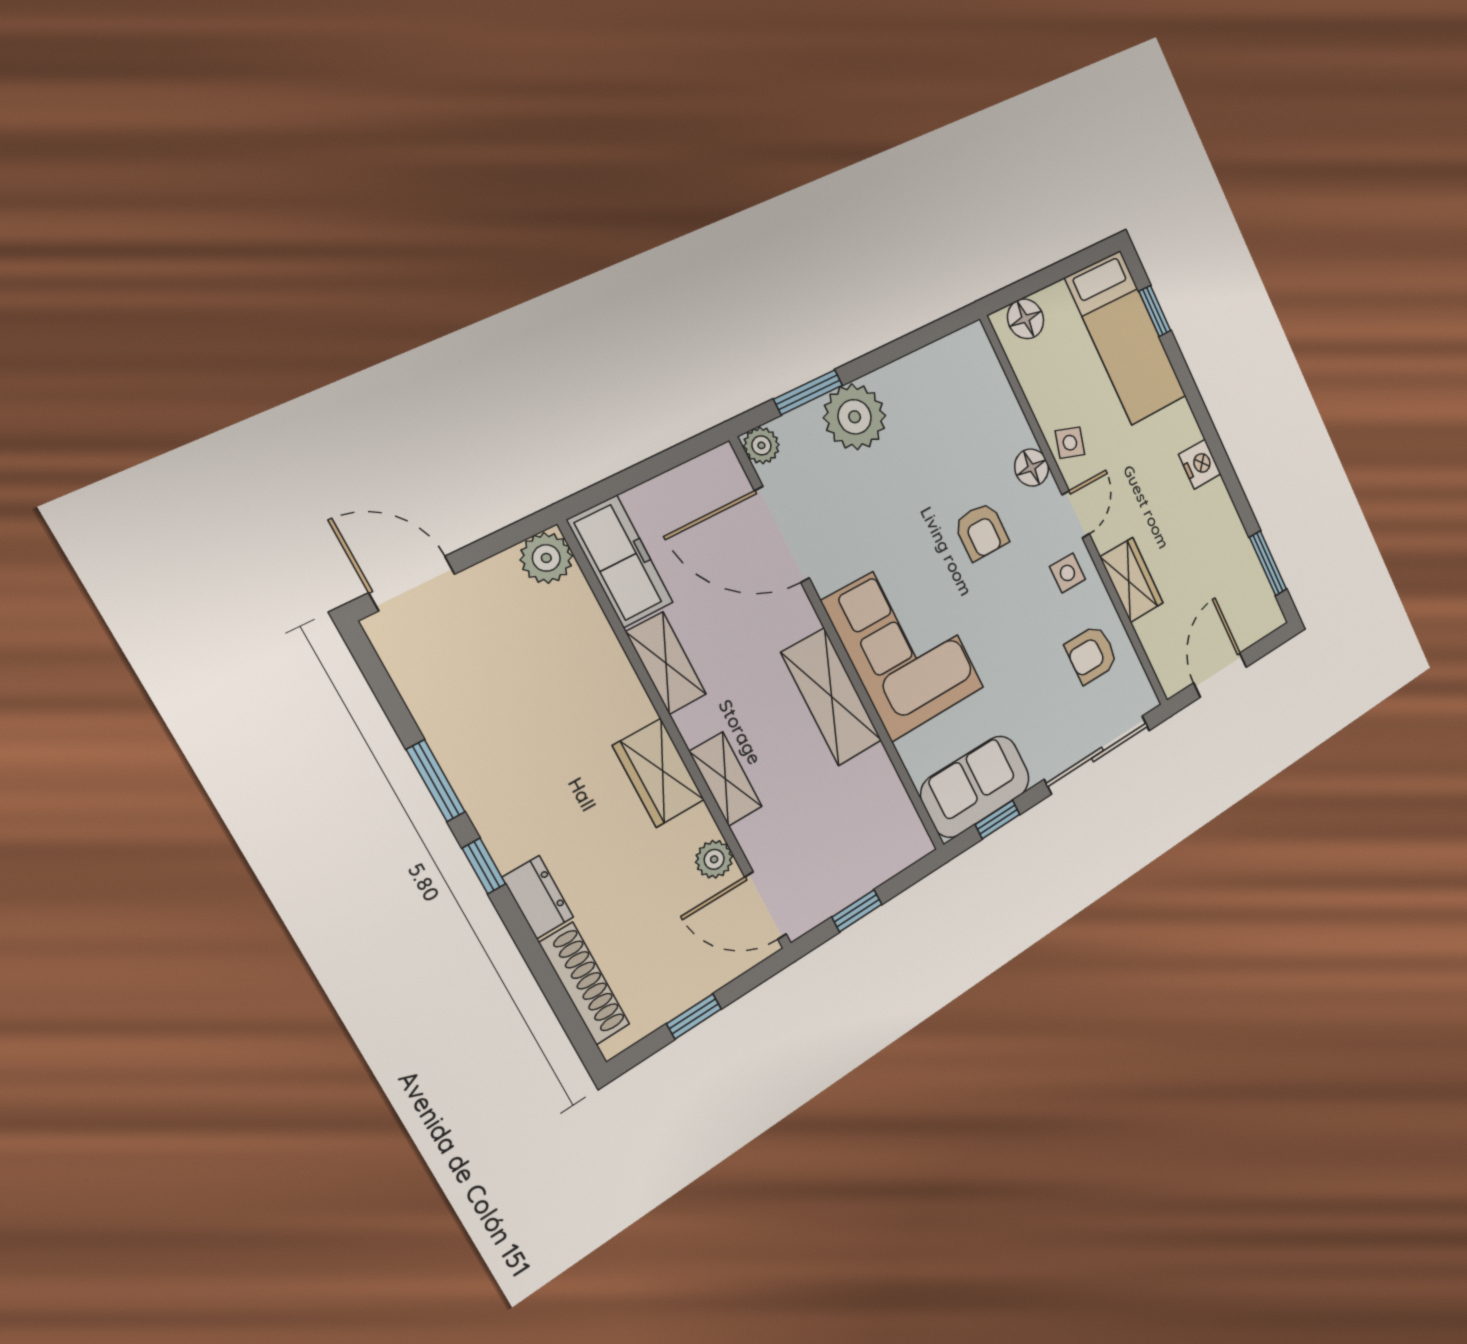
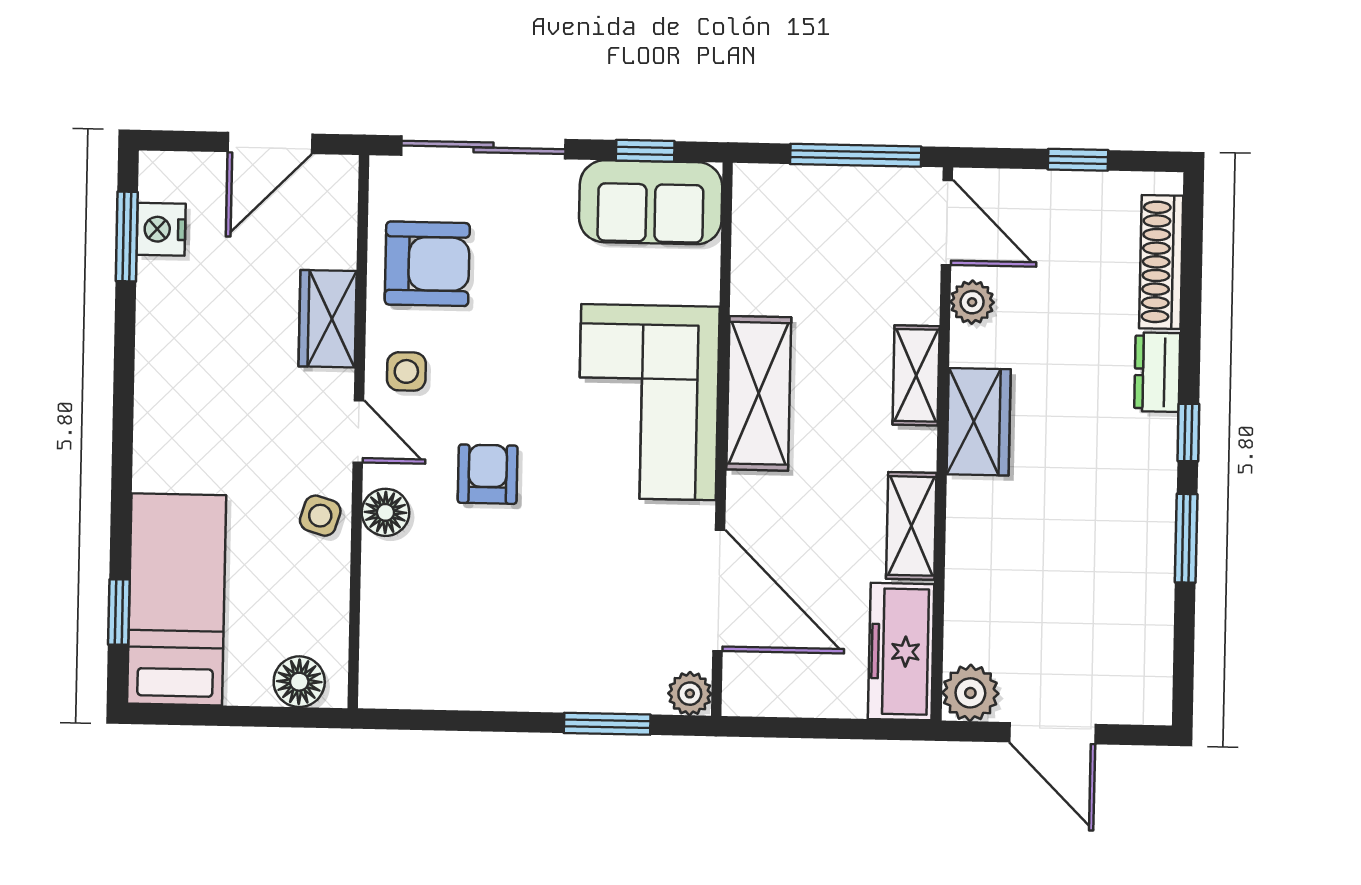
plant: (855, 417) -> (569, 673), removed
nightstand: (1200, 464) -> (161, 229), moved
door: (1076, 514) -> (358, 431), swing flipped
door: (412, 583) -> (1052, 733), moved
armchair: (1092, 654) -> (427, 264), width x1.38, depth x1.38
window: (857, 911) -> (856, 155), width x2.17

